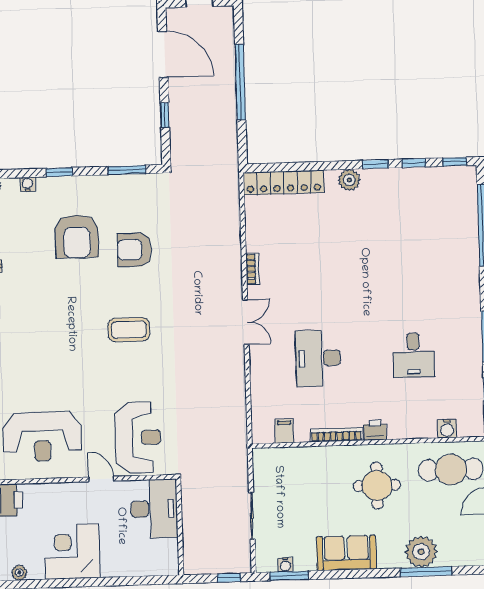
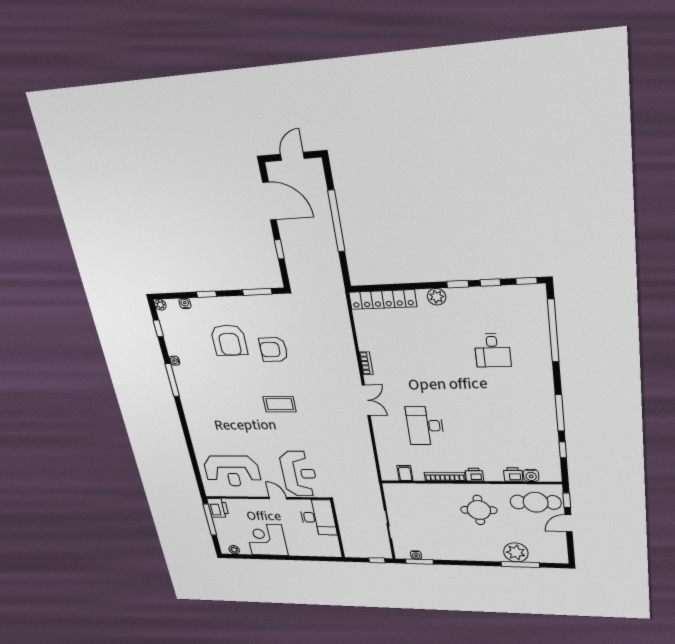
desk: (413, 355) -> (492, 350), moved
printer: (425, 428) -> (513, 475), added
sofa: (346, 553) -> (460, 550), removed

